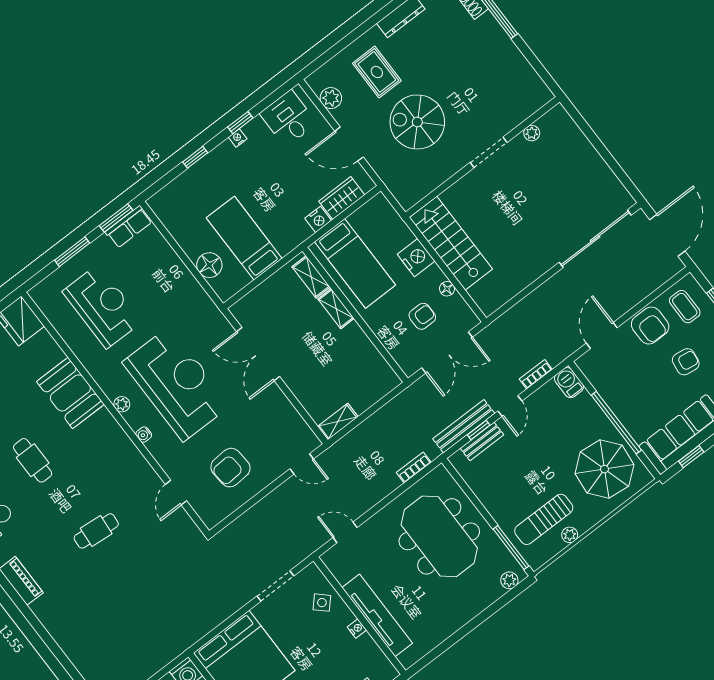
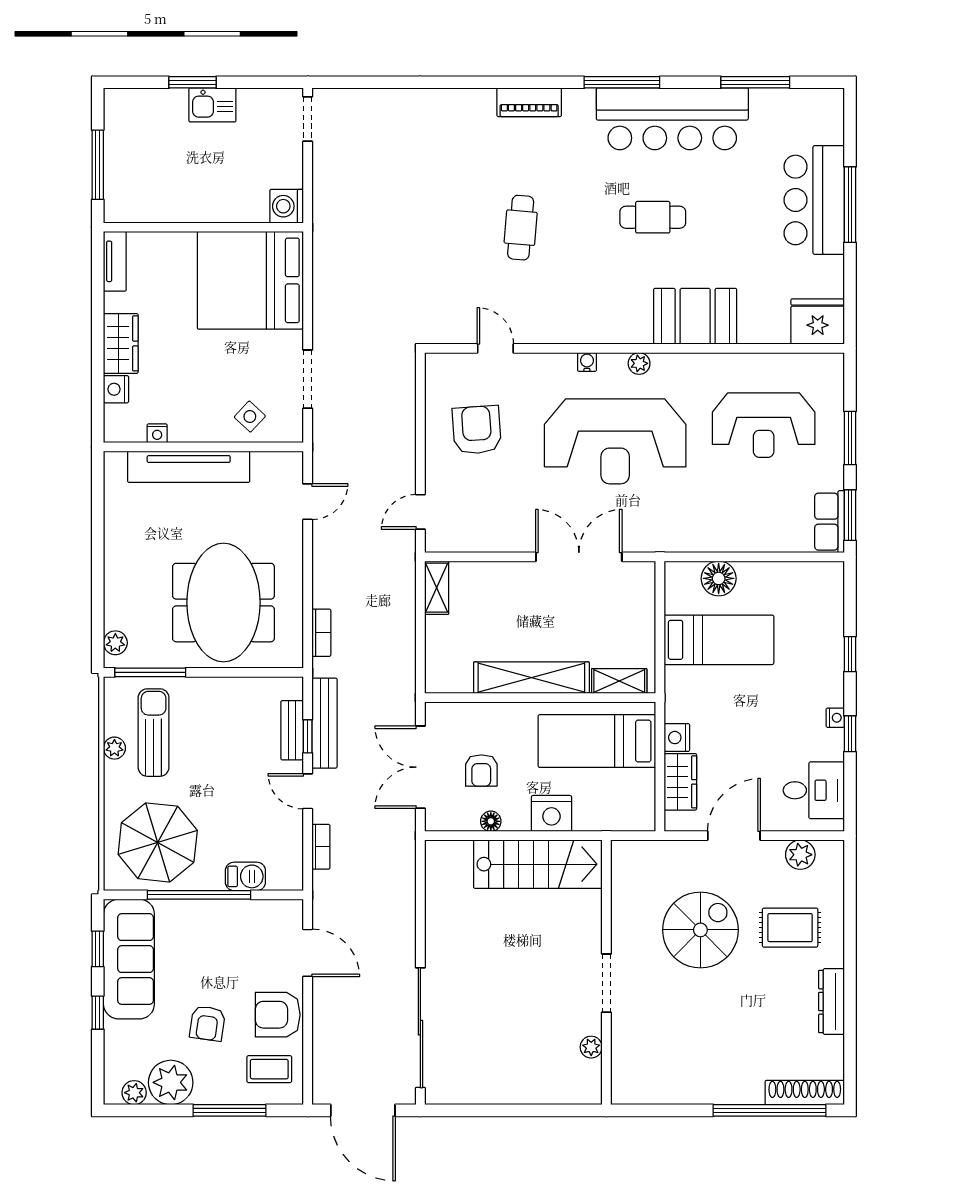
shelving: (336, 309) -> (531, 678), width x2.20, depth x1.33
barbecue: (569, 383) -> (245, 876), moved
meeting table: (439, 536) -> (223, 603), turned 90
nightstand: (357, 628) -> (157, 433), moved

